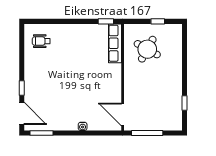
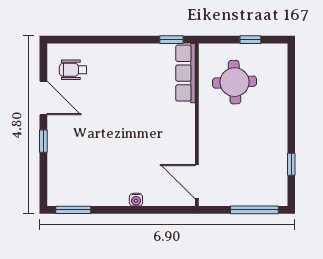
round table: (147, 49) -> (235, 82), turned -32
door: (22, 113) -> (43, 98), moved
window: (147, 133) -> (254, 210), moved

